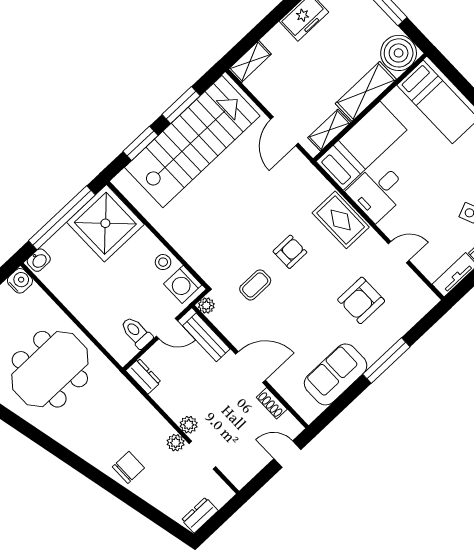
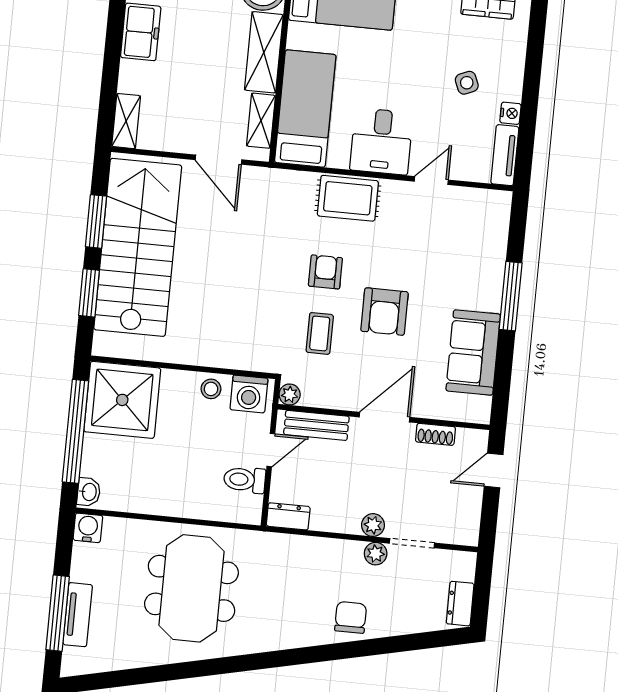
desk: (378, 191) -> (381, 141), moved
armchair: (361, 300) -> (385, 312), moved

